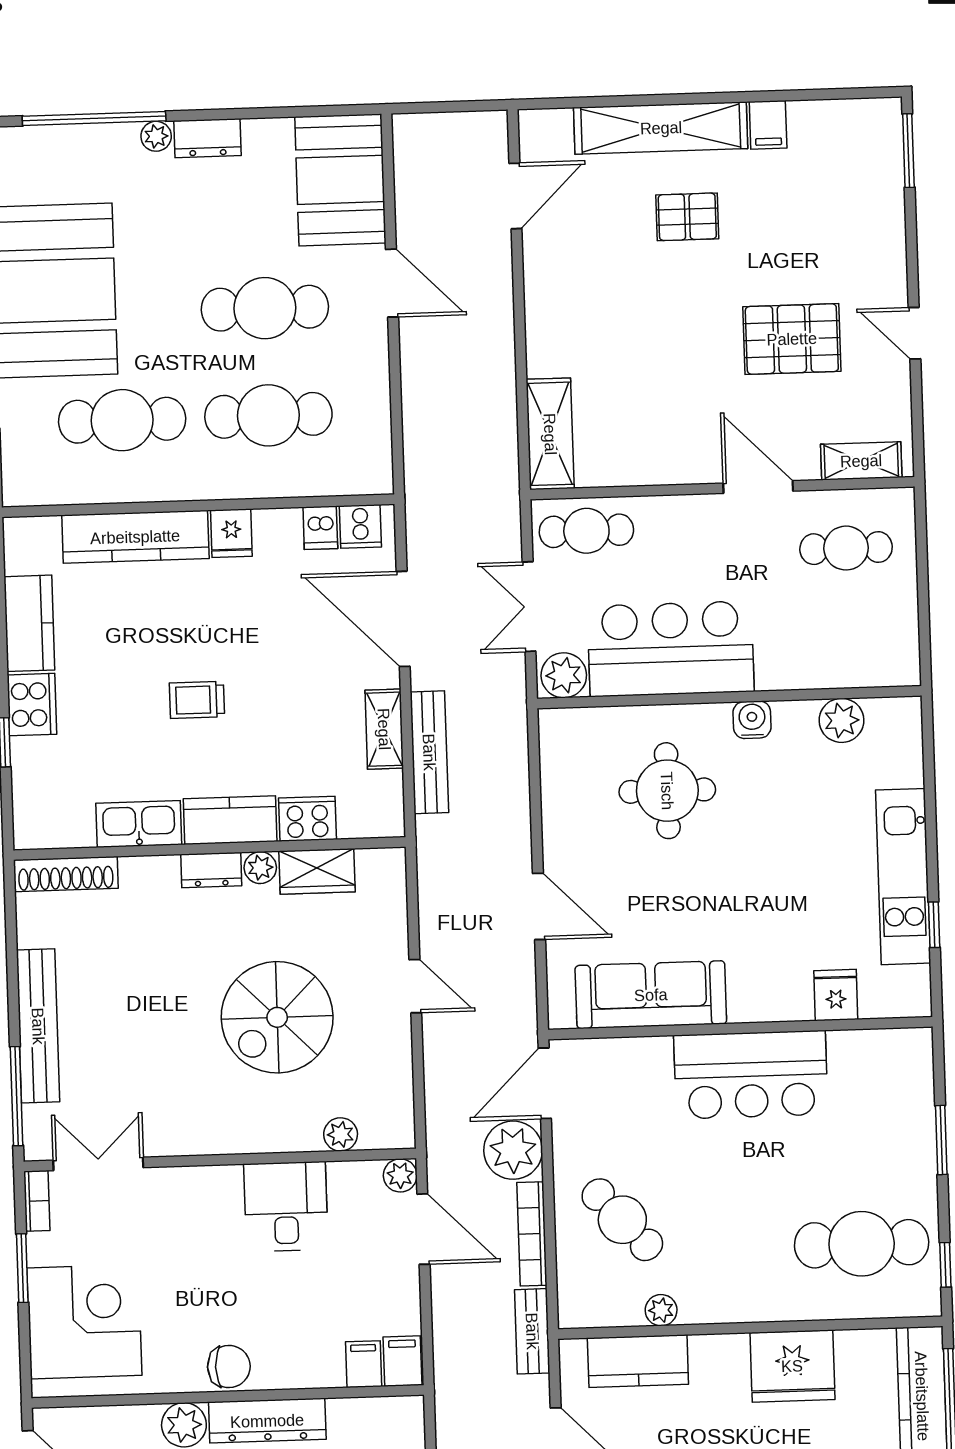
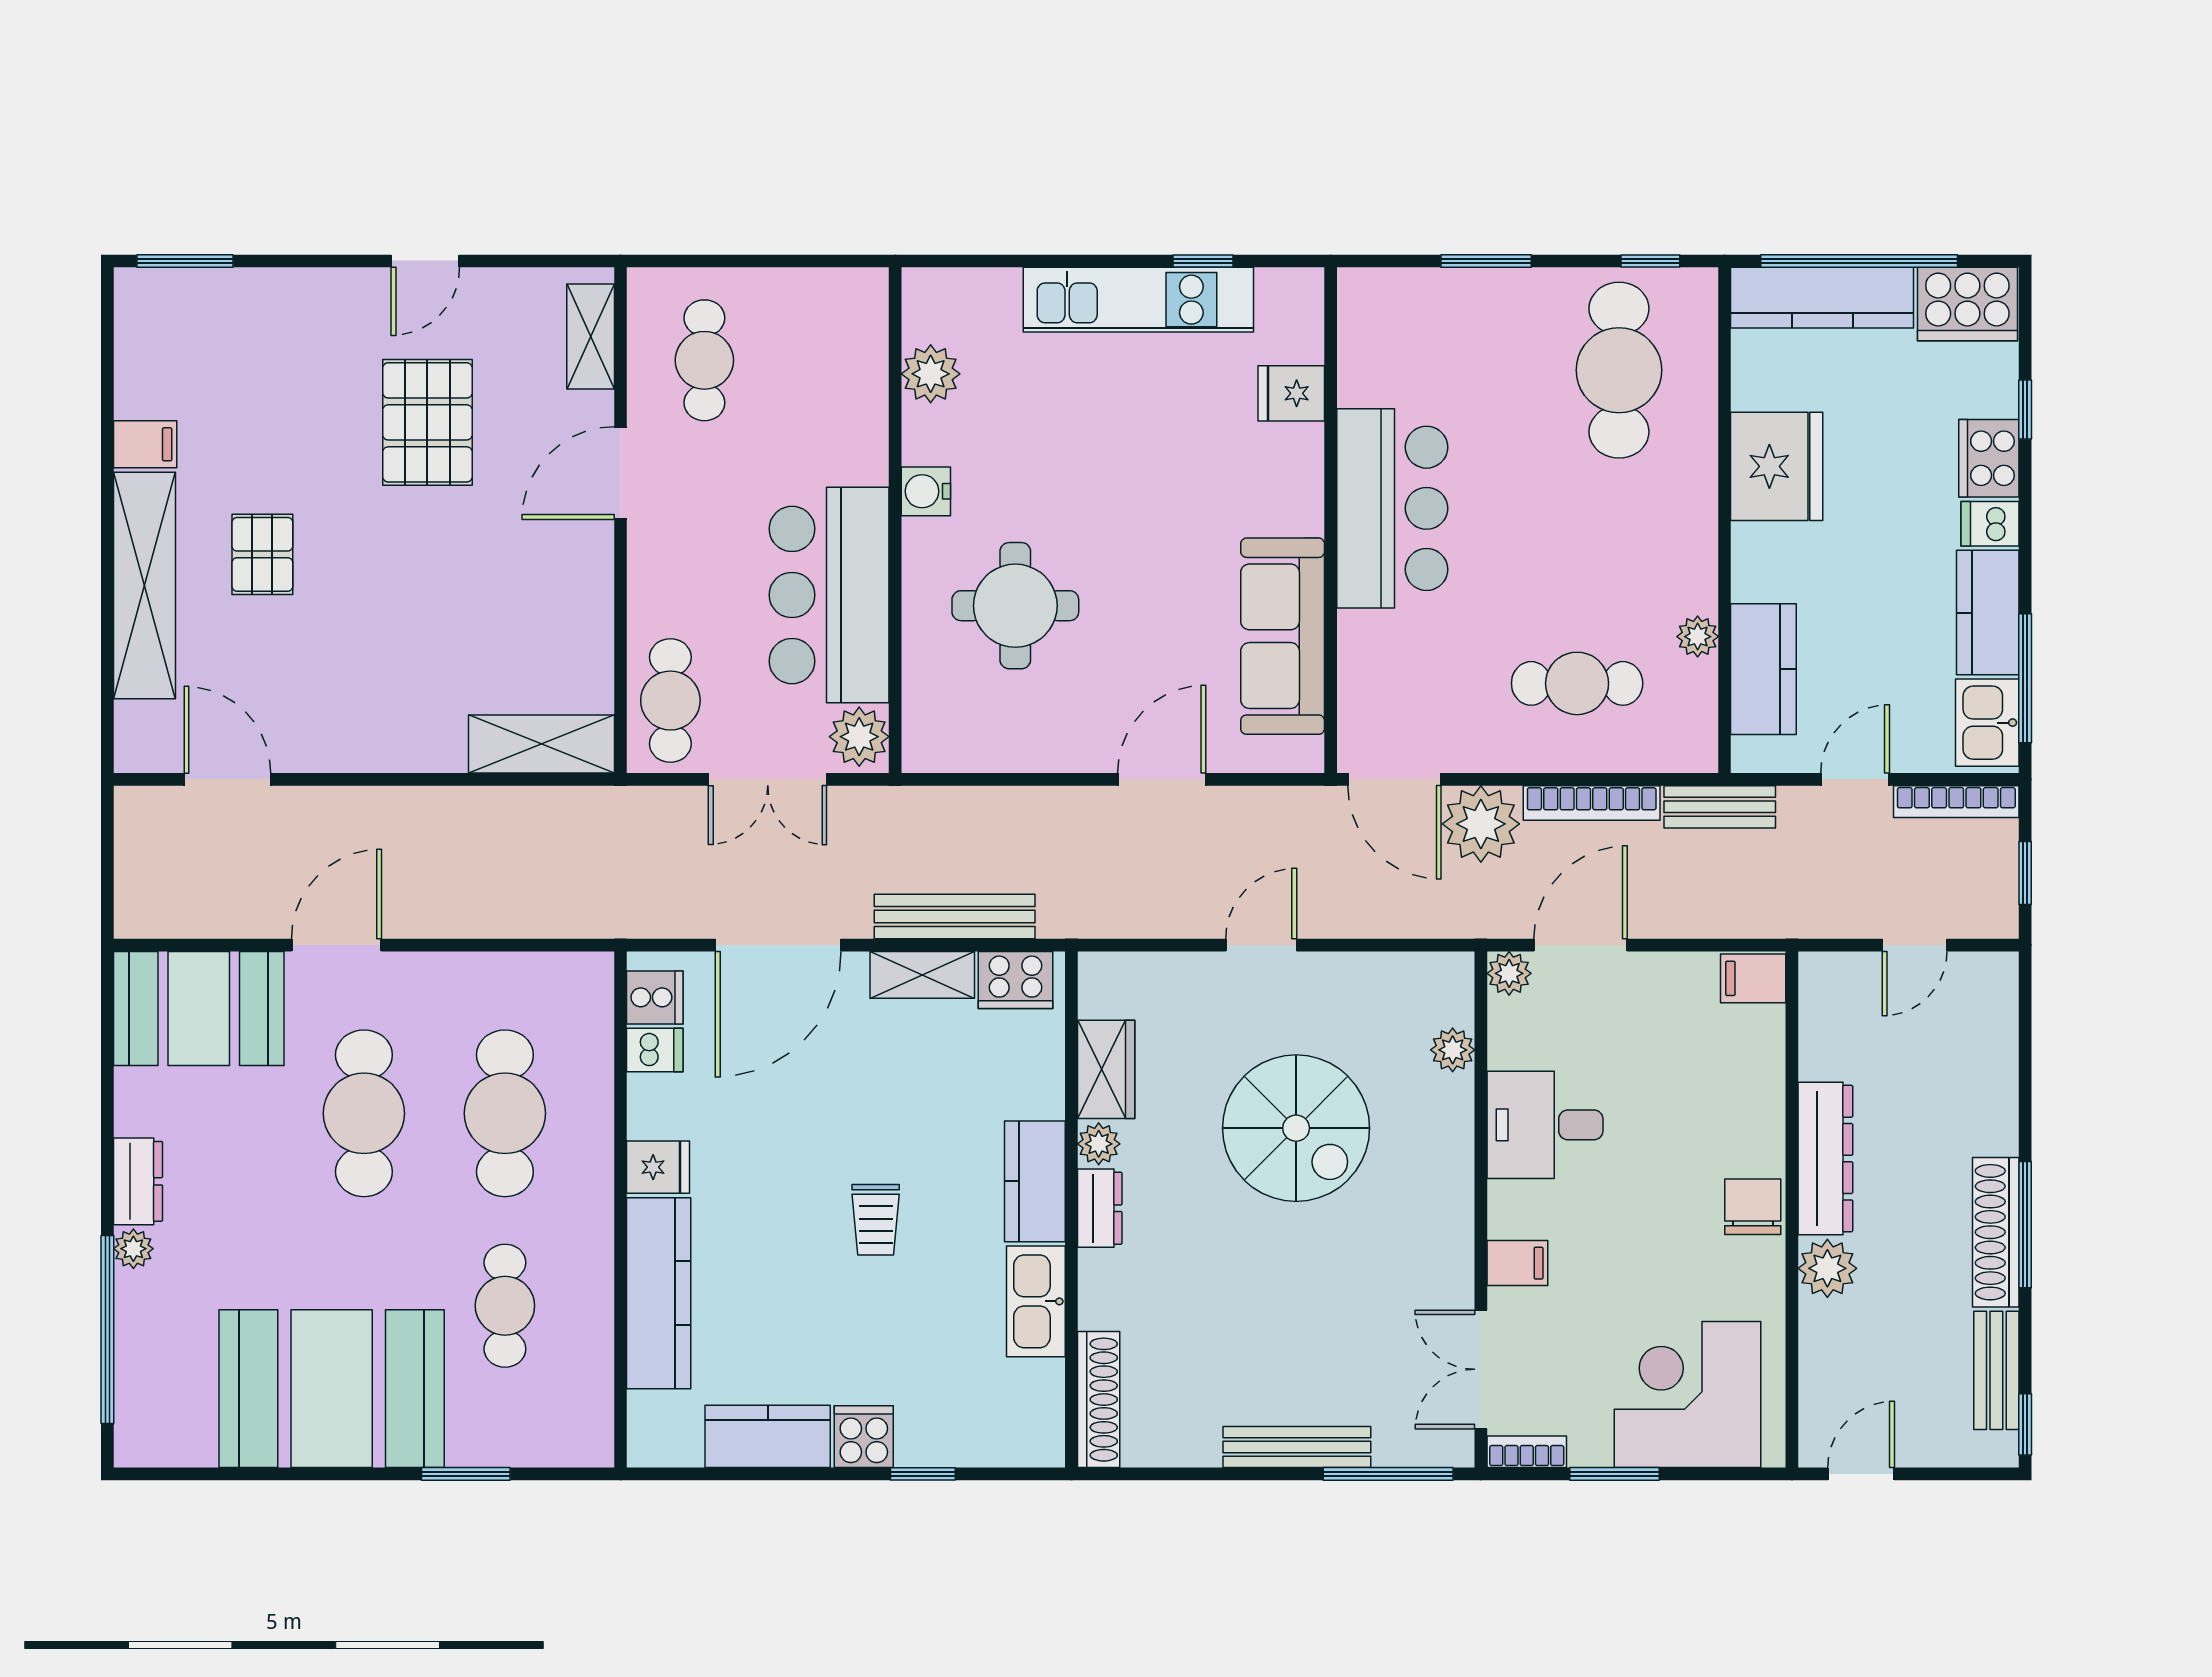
cafe table: (122, 420) -> (505, 1306), width x0.73, depth x0.74
cooker: (32, 705) -> (864, 1437), width x0.73
cooker: (307, 819) -> (1016, 980), moved, turned -90
bench: (38, 1026) -> (1297, 1447), width x0.73, depth x0.82
cafe table: (622, 1220) -> (1577, 683), turned 42
filing cabinet: (364, 1364) -> (1517, 1263), moved, turned 180

